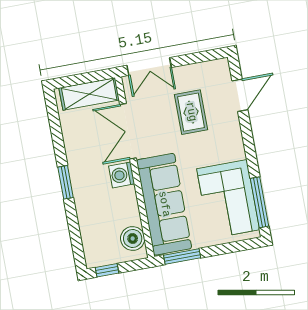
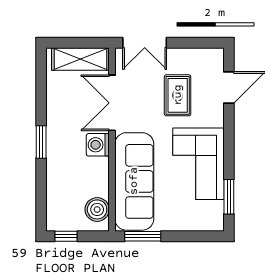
corner sofa: (228, 199) -> (199, 164), moved
window: (260, 202) -> (229, 197), width x0.69

